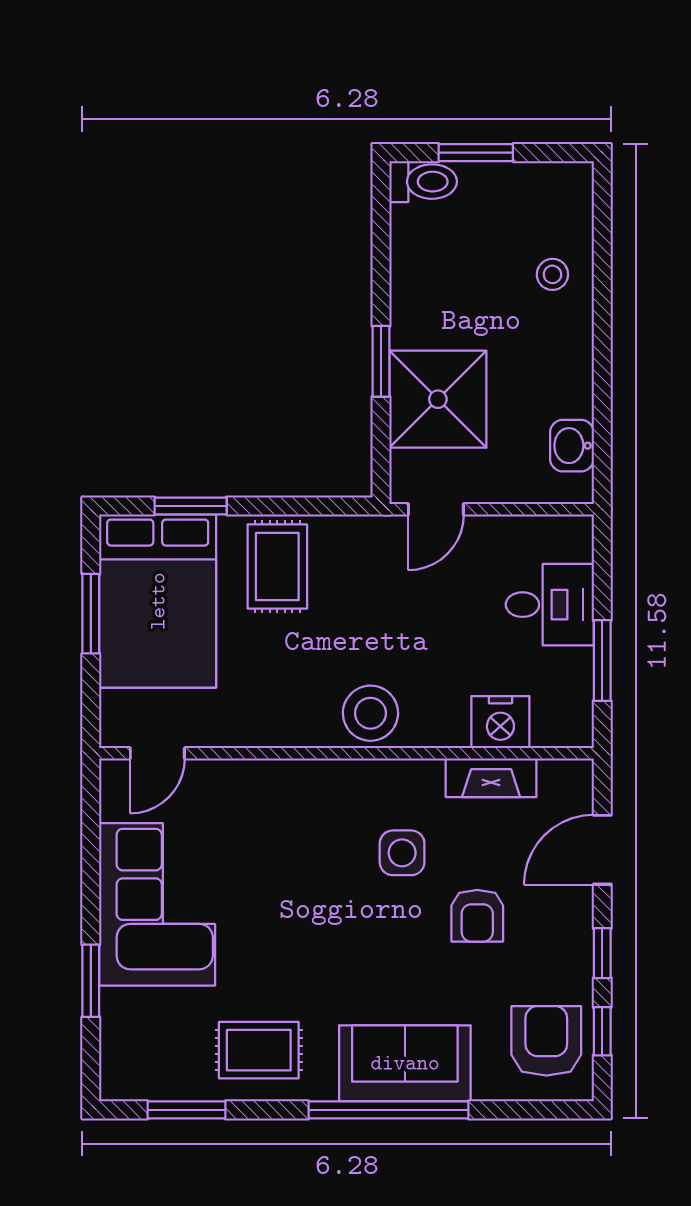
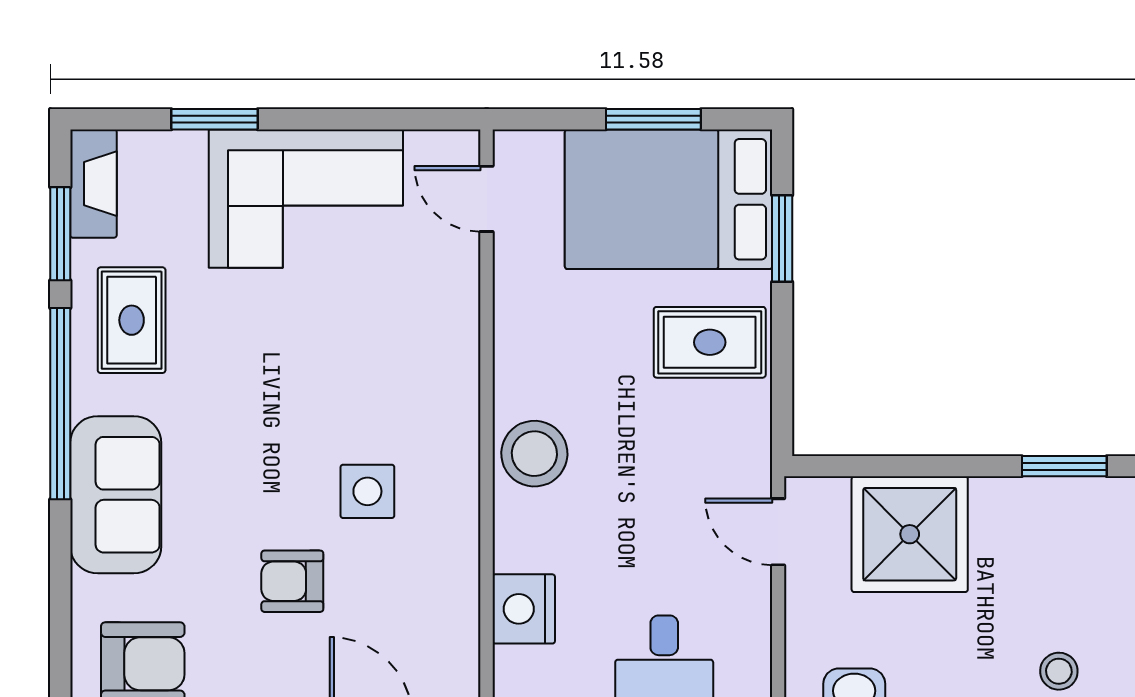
window: (381, 361) -> (1064, 466), moved
fireplace: (491, 778) -> (93, 184), moved, turned 180
window: (388, 1110) -> (60, 404), moved

